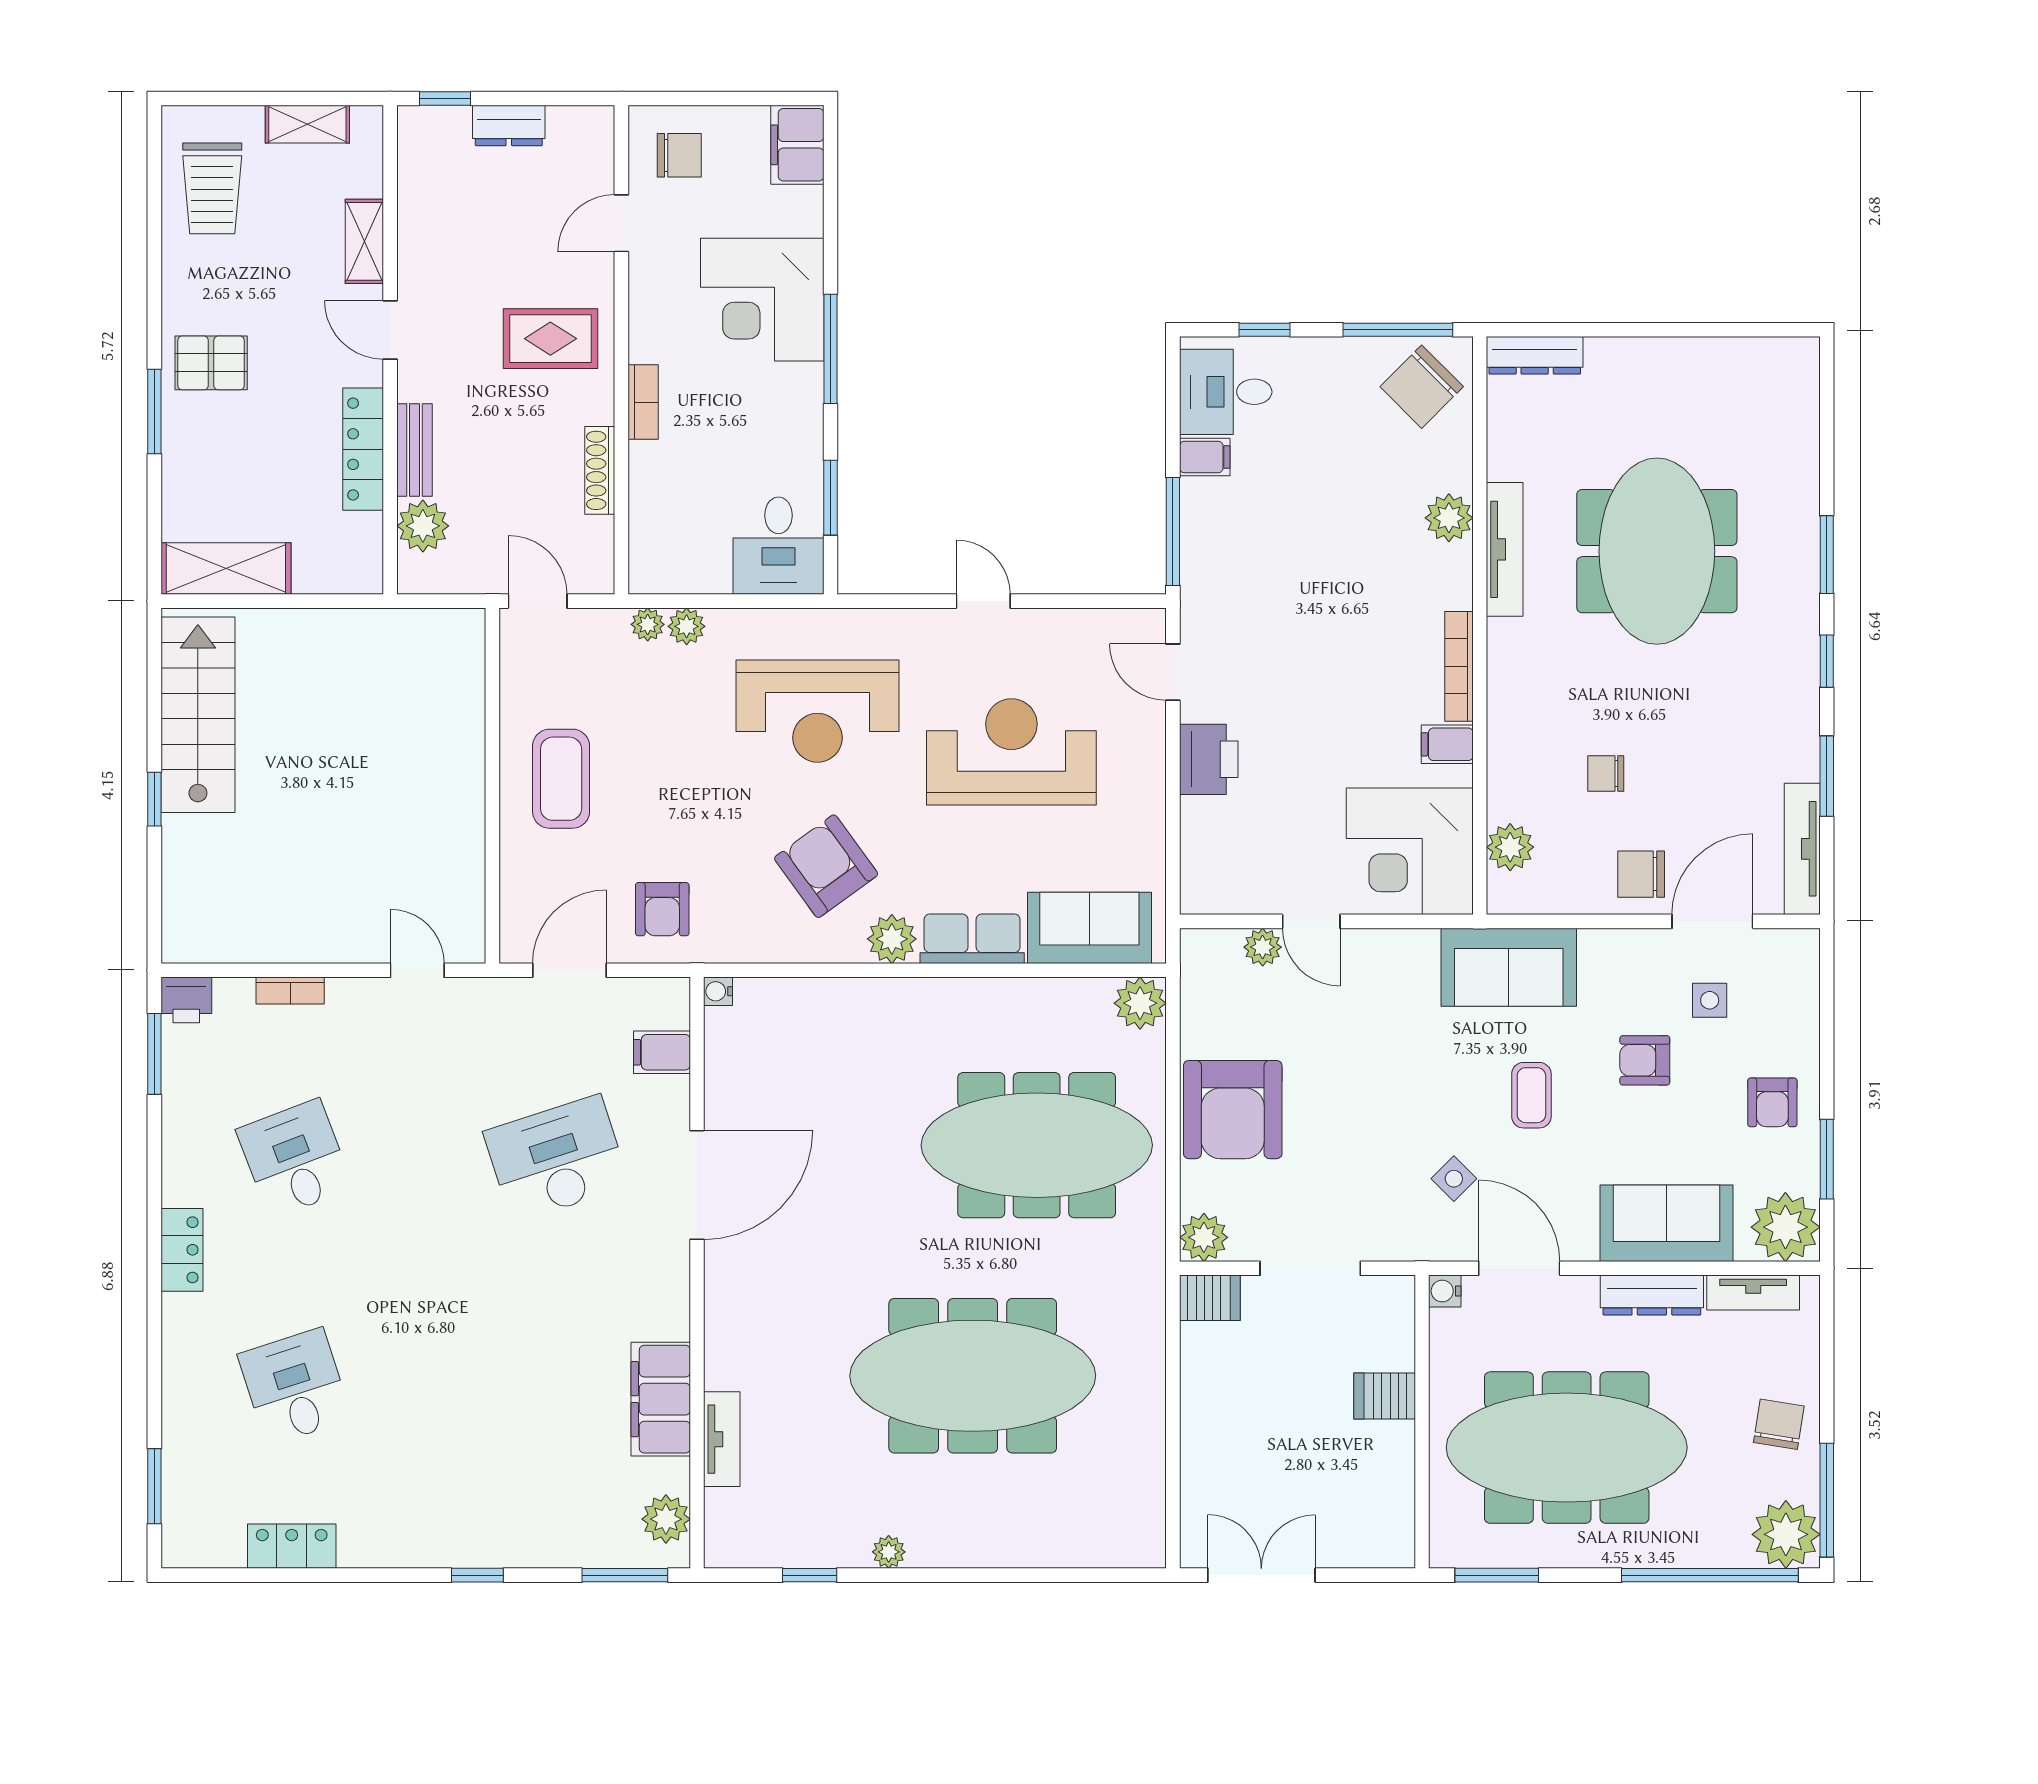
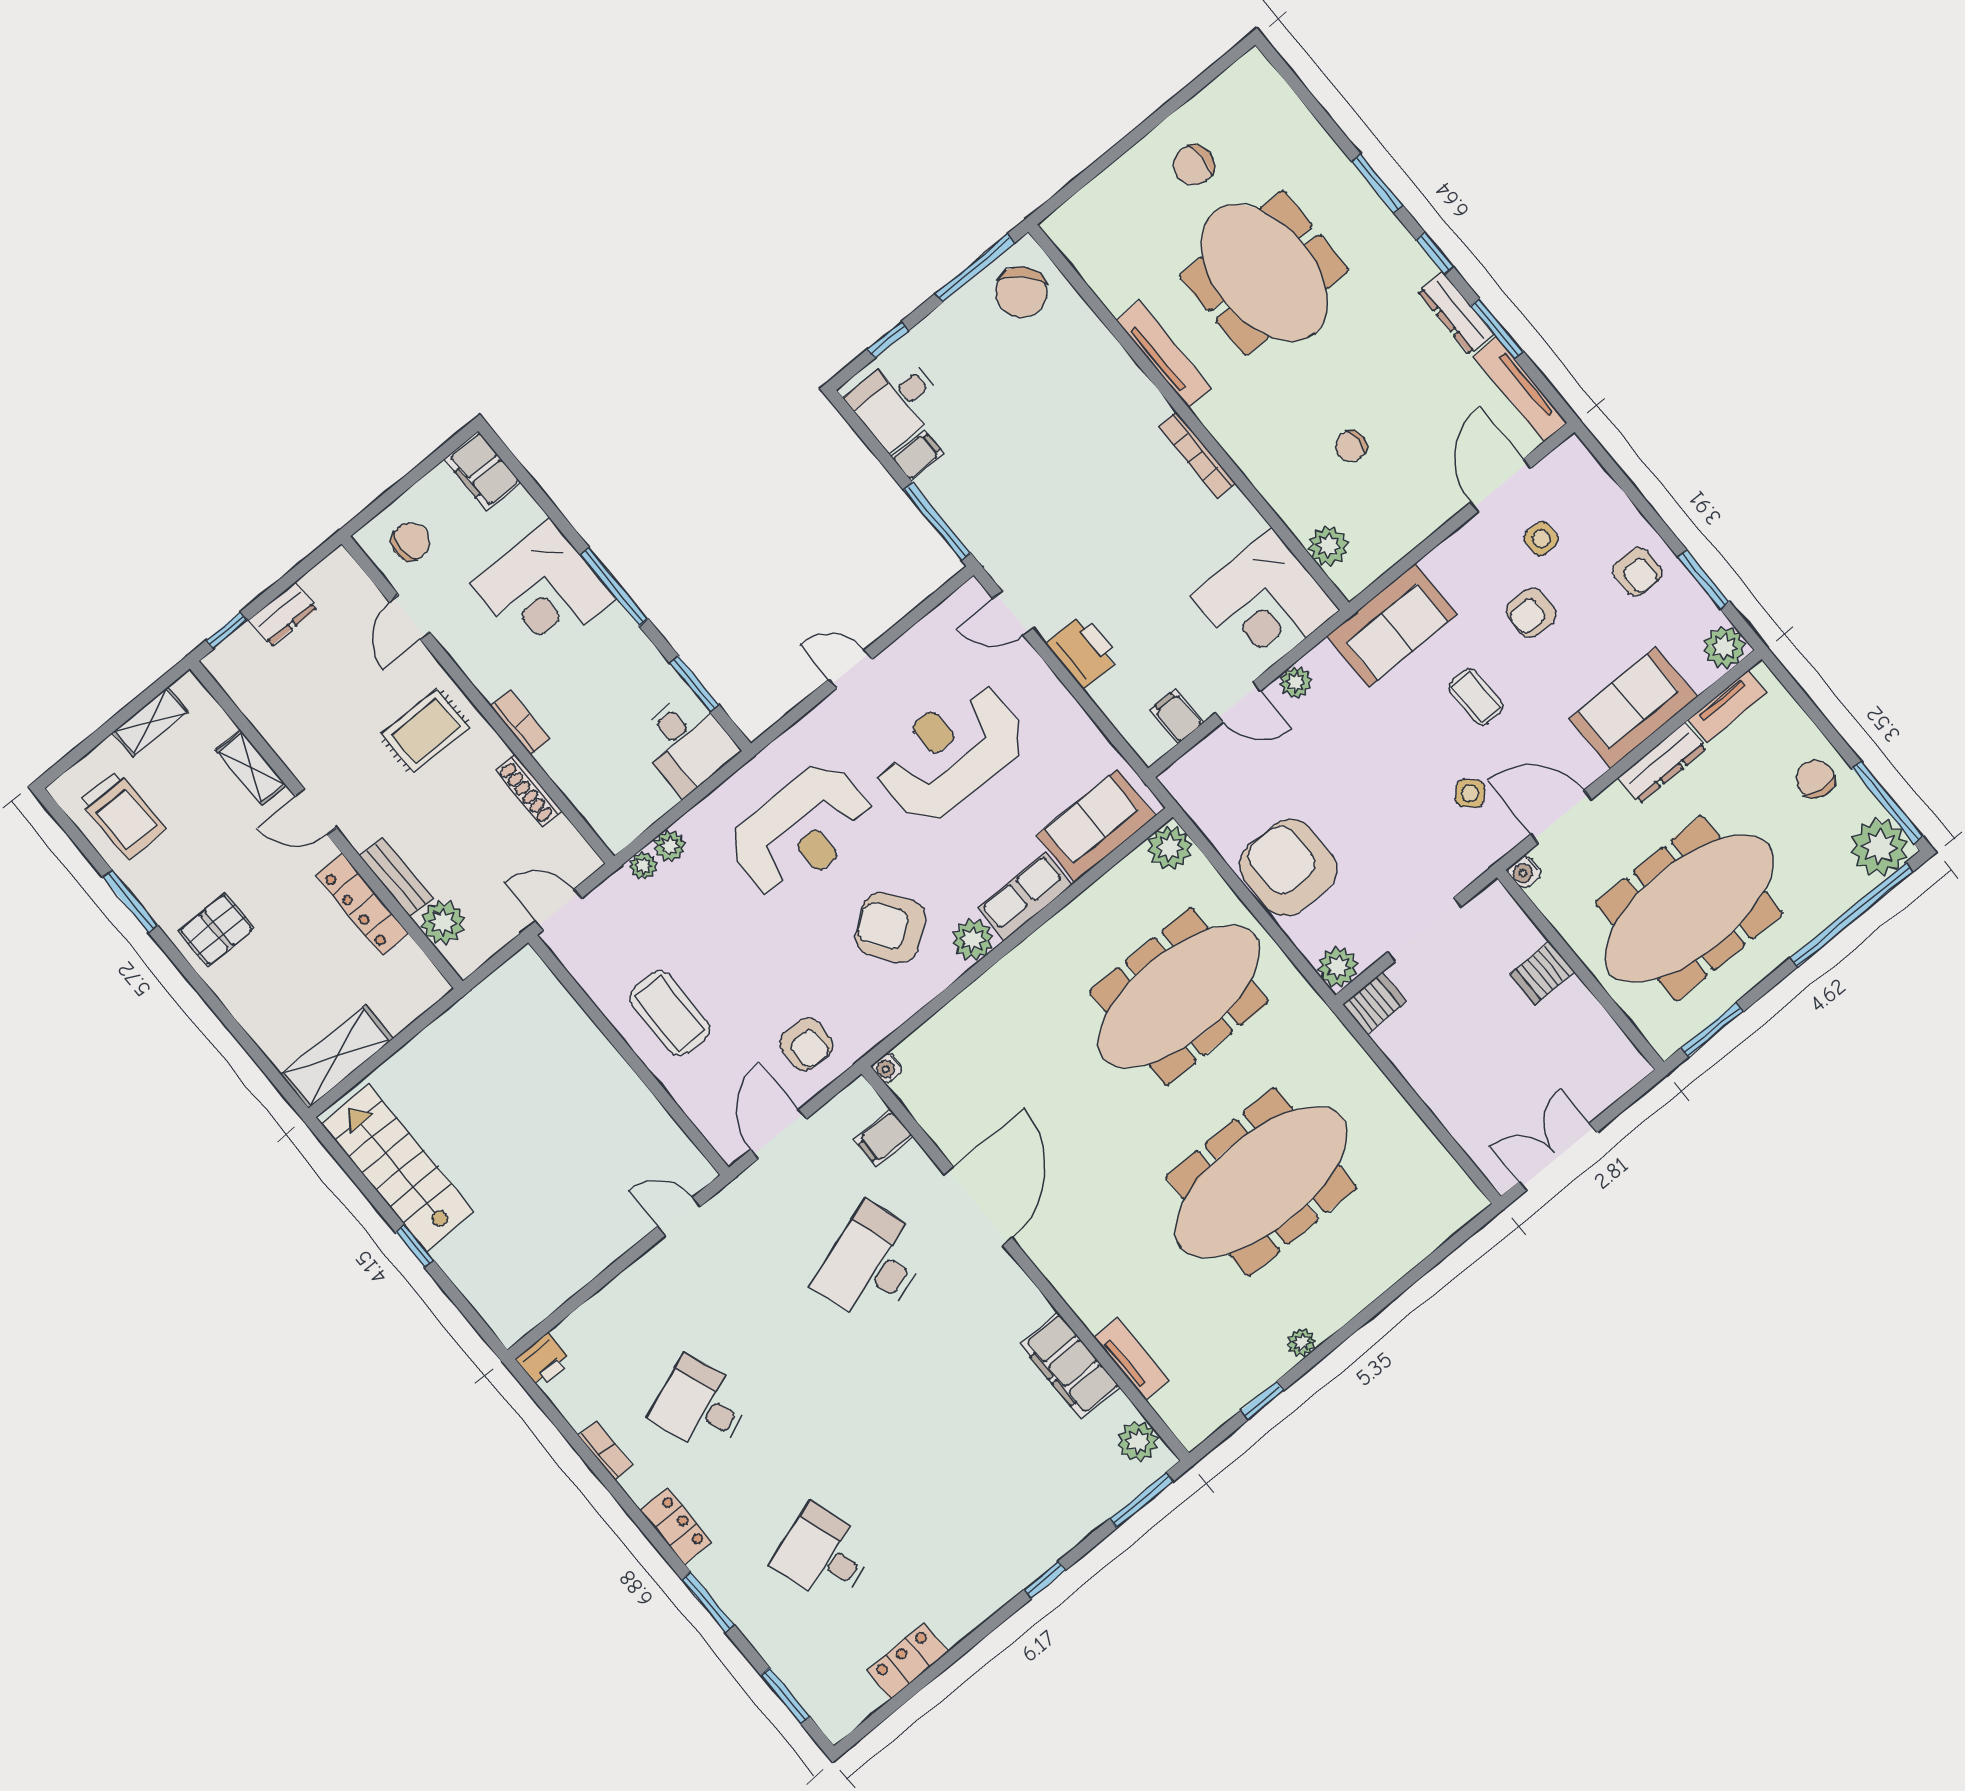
dresser: (1535, 355) -> (1456, 313), moved, turned 90
window: (154, 411) -> (130, 901), moved
plant: (1449, 518) -> (1110, 363), removed
filing cabinet: (1447, 744) -> (1177, 716), moved, turned 90
chair: (1641, 874) -> (1194, 165), moved
plant: (1263, 947) -> (1296, 682), moved
bookcase: (290, 991) -> (605, 1451), moved, turned -90
window: (154, 1054) -> (708, 1602), moved
armchair: (1233, 1110) -> (1288, 867), turned 180
plant: (1785, 1227) -> (1724, 647), width x0.73, depth x0.73

